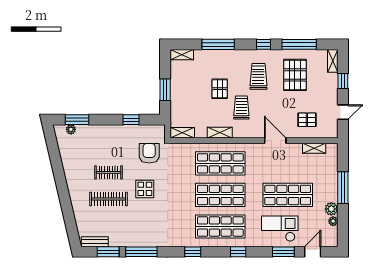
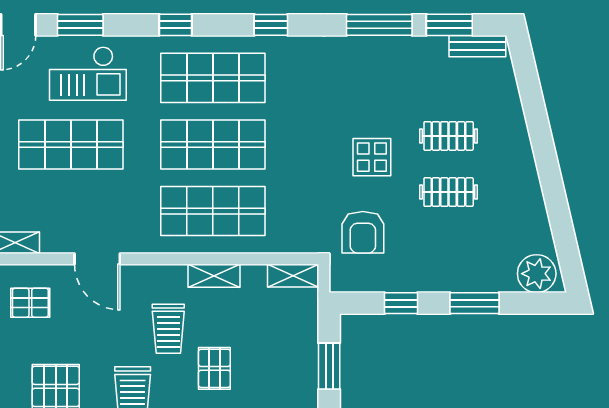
window: (77, 120) -> (474, 303), moved
plant: (71, 129) -> (537, 274), width x1.88, depth x1.88
clothes rail: (109, 199) -> (449, 136), width x0.73

